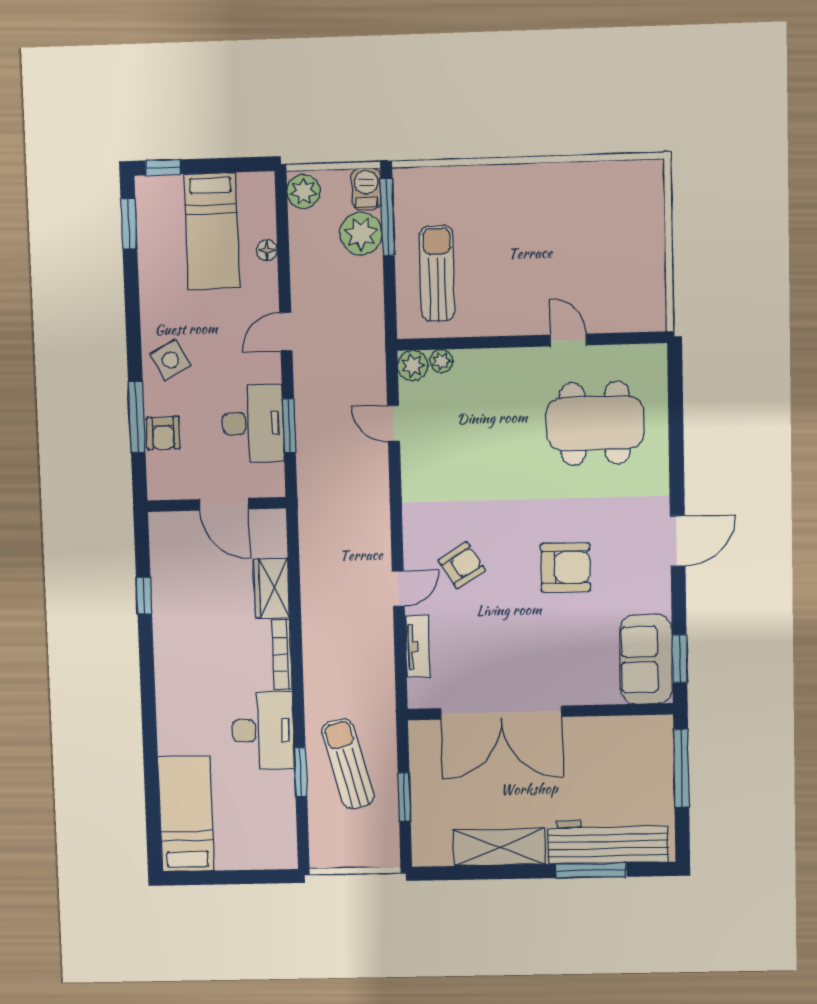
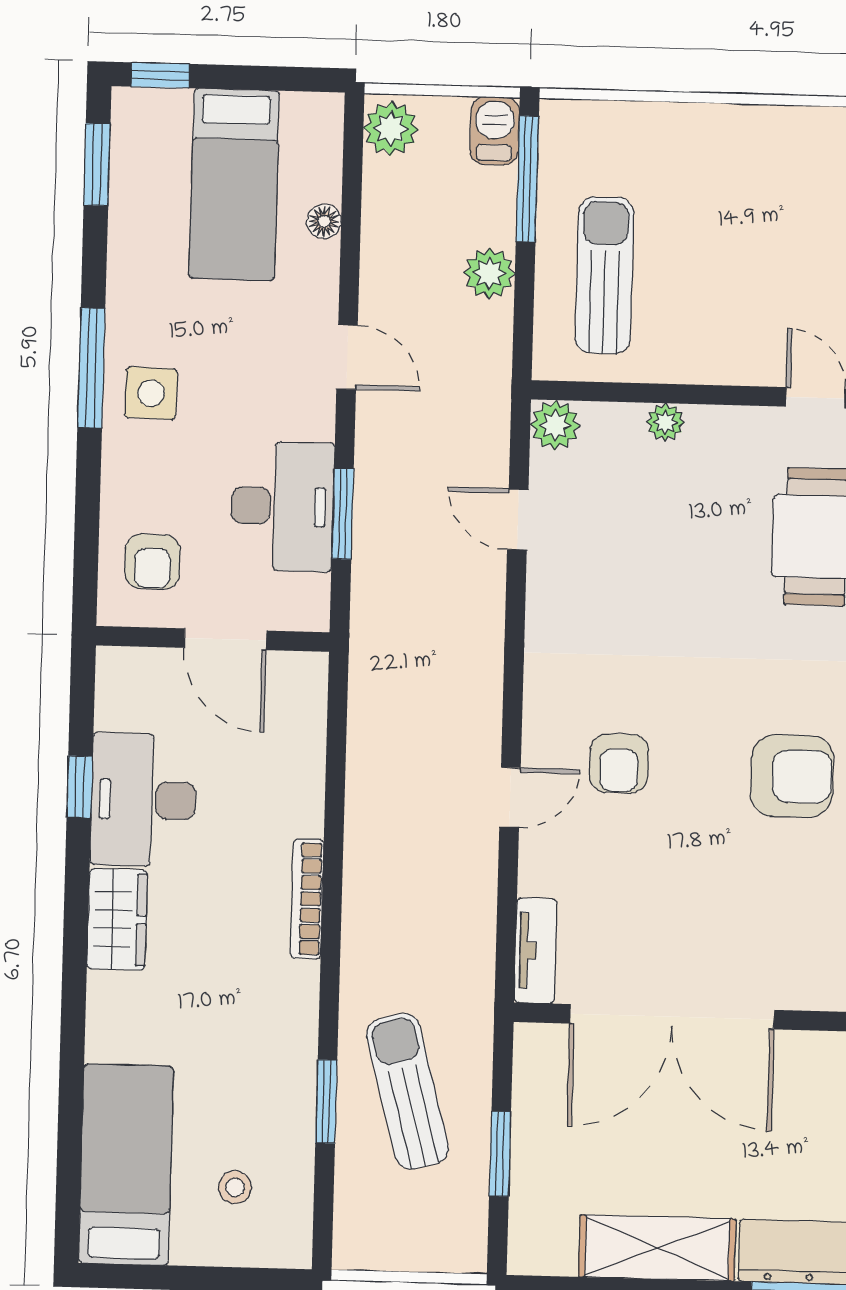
plant: (361, 234) -> (489, 273), moved, width x0.73, depth x0.73
door: (286, 332) -> (347, 357), swing flipped
side table: (170, 360) -> (151, 393), turned 30
plant: (441, 361) -> (665, 422), moved
window: (137, 417) -> (91, 368), moved
armchair: (163, 433) -> (152, 562), moved
armchair: (462, 565) -> (619, 763), turned 122
wardrobe: (272, 588) -> (117, 919), moved, turned 180
tv unit: (418, 646) -> (535, 951), moved
desk: (263, 731) -> (143, 800), moved, turned 180
stool: (250, 824) -> (235, 1187), added

